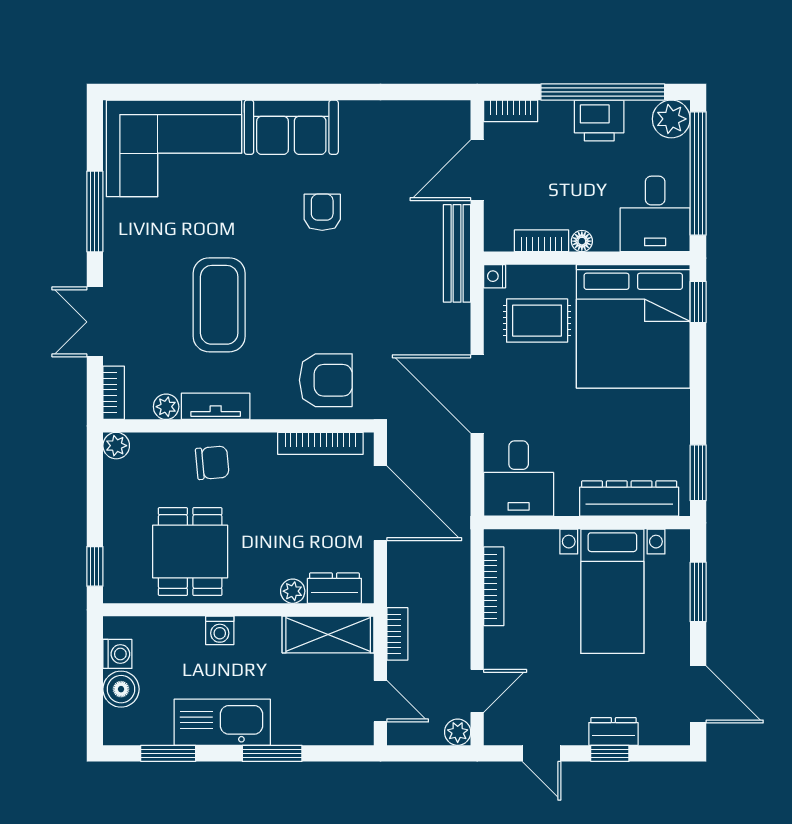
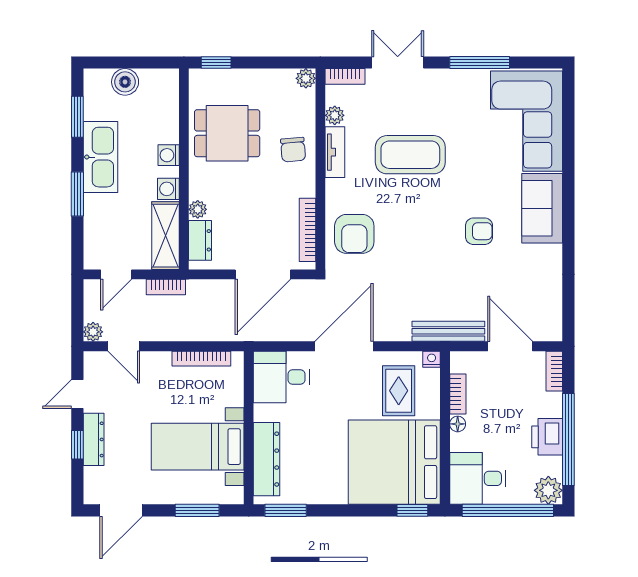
washing machine: (117, 654) -> (168, 189), moved, turned 90
dresser: (613, 731) -> (94, 439), width x1.44

